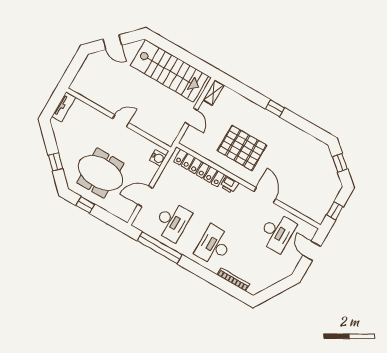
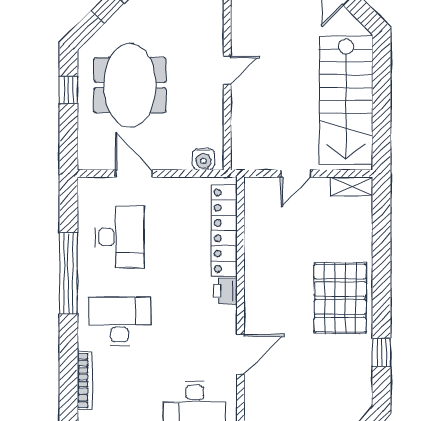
window: (275, 108) -> (382, 353), moved
door: (121, 121) -> (227, 70), hinge flipped
pallet: (242, 148) -> (340, 298), moved
desk: (172, 221) -> (120, 237), turned -90
window: (160, 248) -> (68, 273), moved

